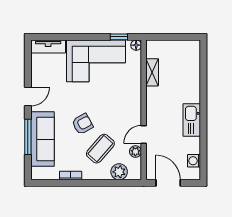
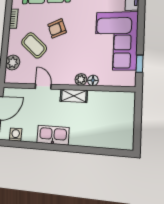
floor lamp: (136, 45) -> (93, 80), moved
shelving: (152, 72) -> (74, 96), moved
armchair: (82, 124) -> (57, 28), turned 97
plant: (135, 152) -> (81, 79), moved

